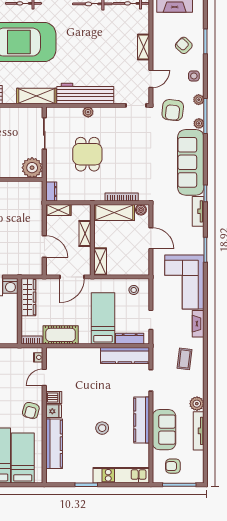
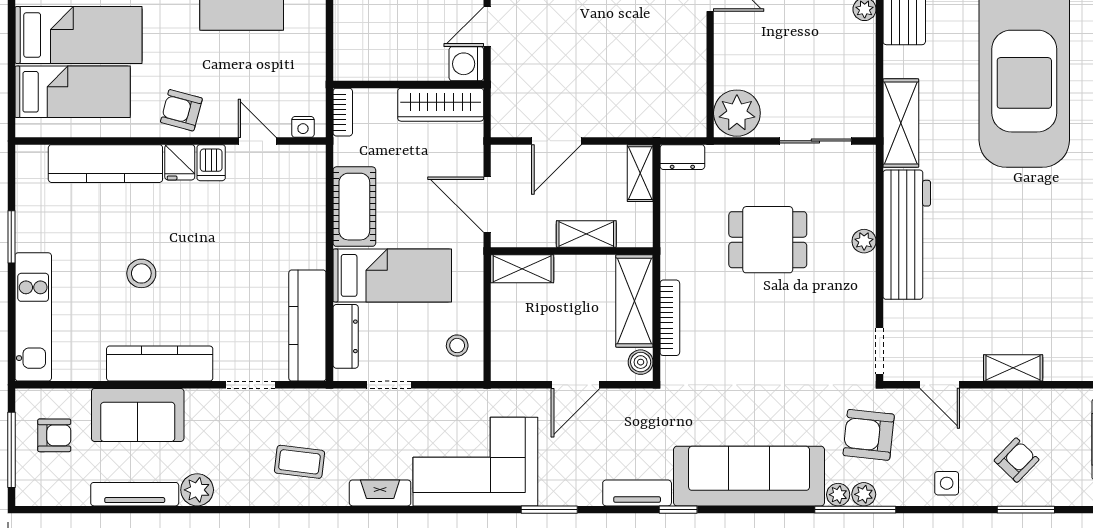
plant: (199, 100) -> (864, 494), moved
cot: (61, 335) -> (354, 207), moved
armchair: (173, 466) -> (54, 435), turned 90

